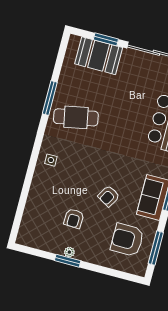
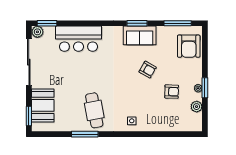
window: (106, 39) -> (29, 116), moved
armchair: (127, 240) -> (189, 46), moved
plant: (47, 244) -> (197, 107), added

